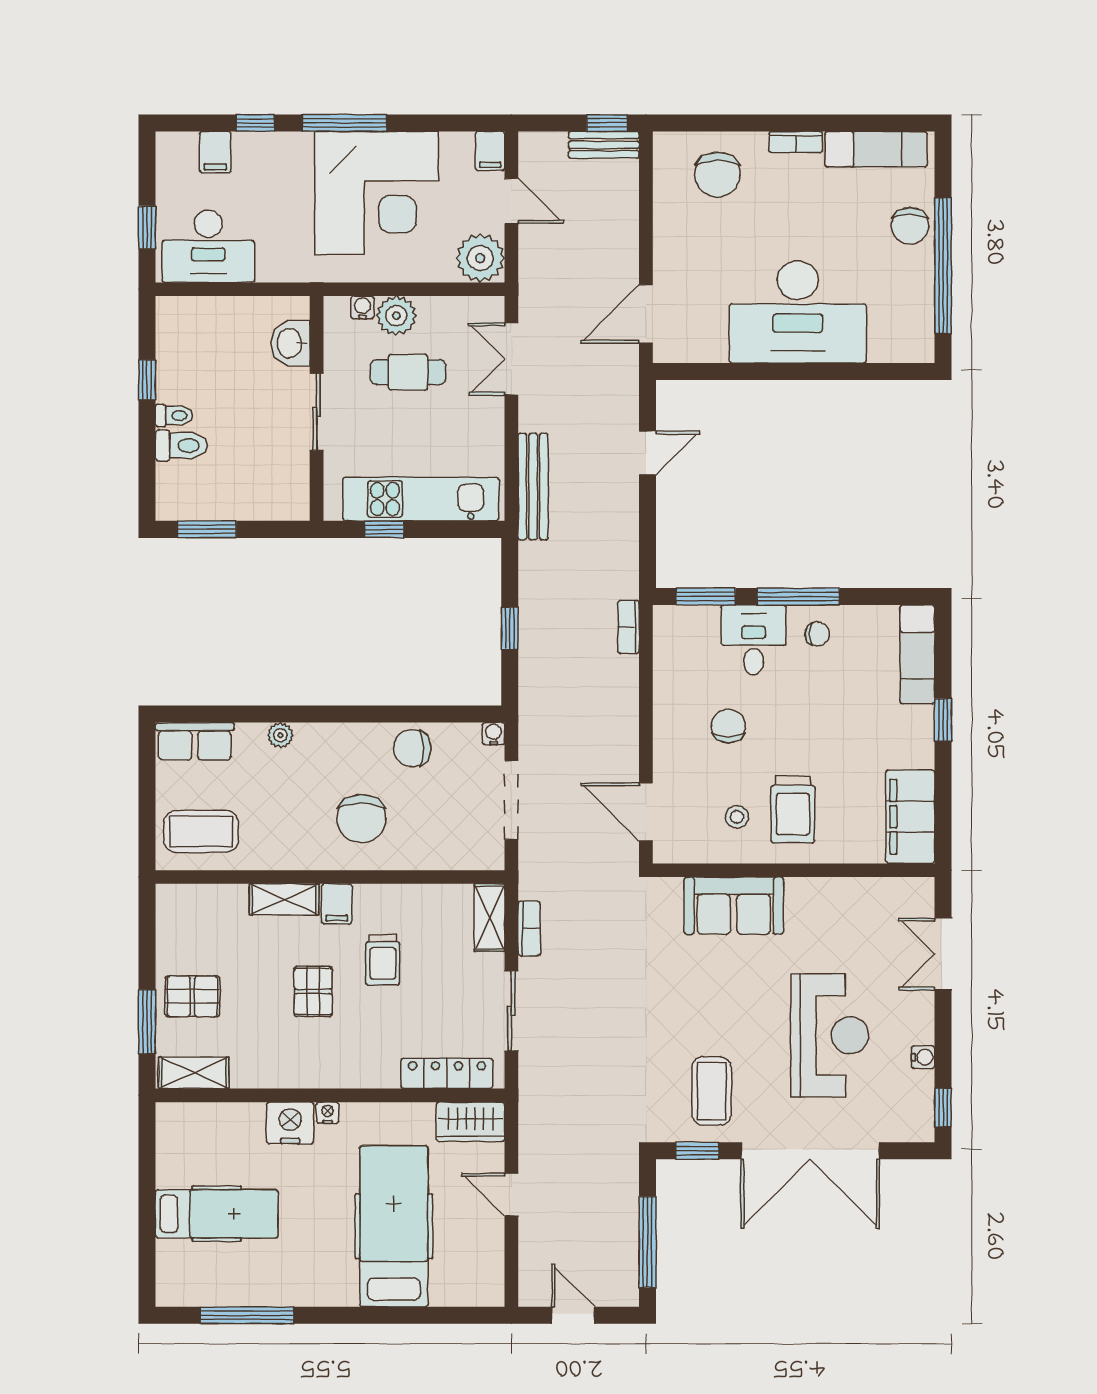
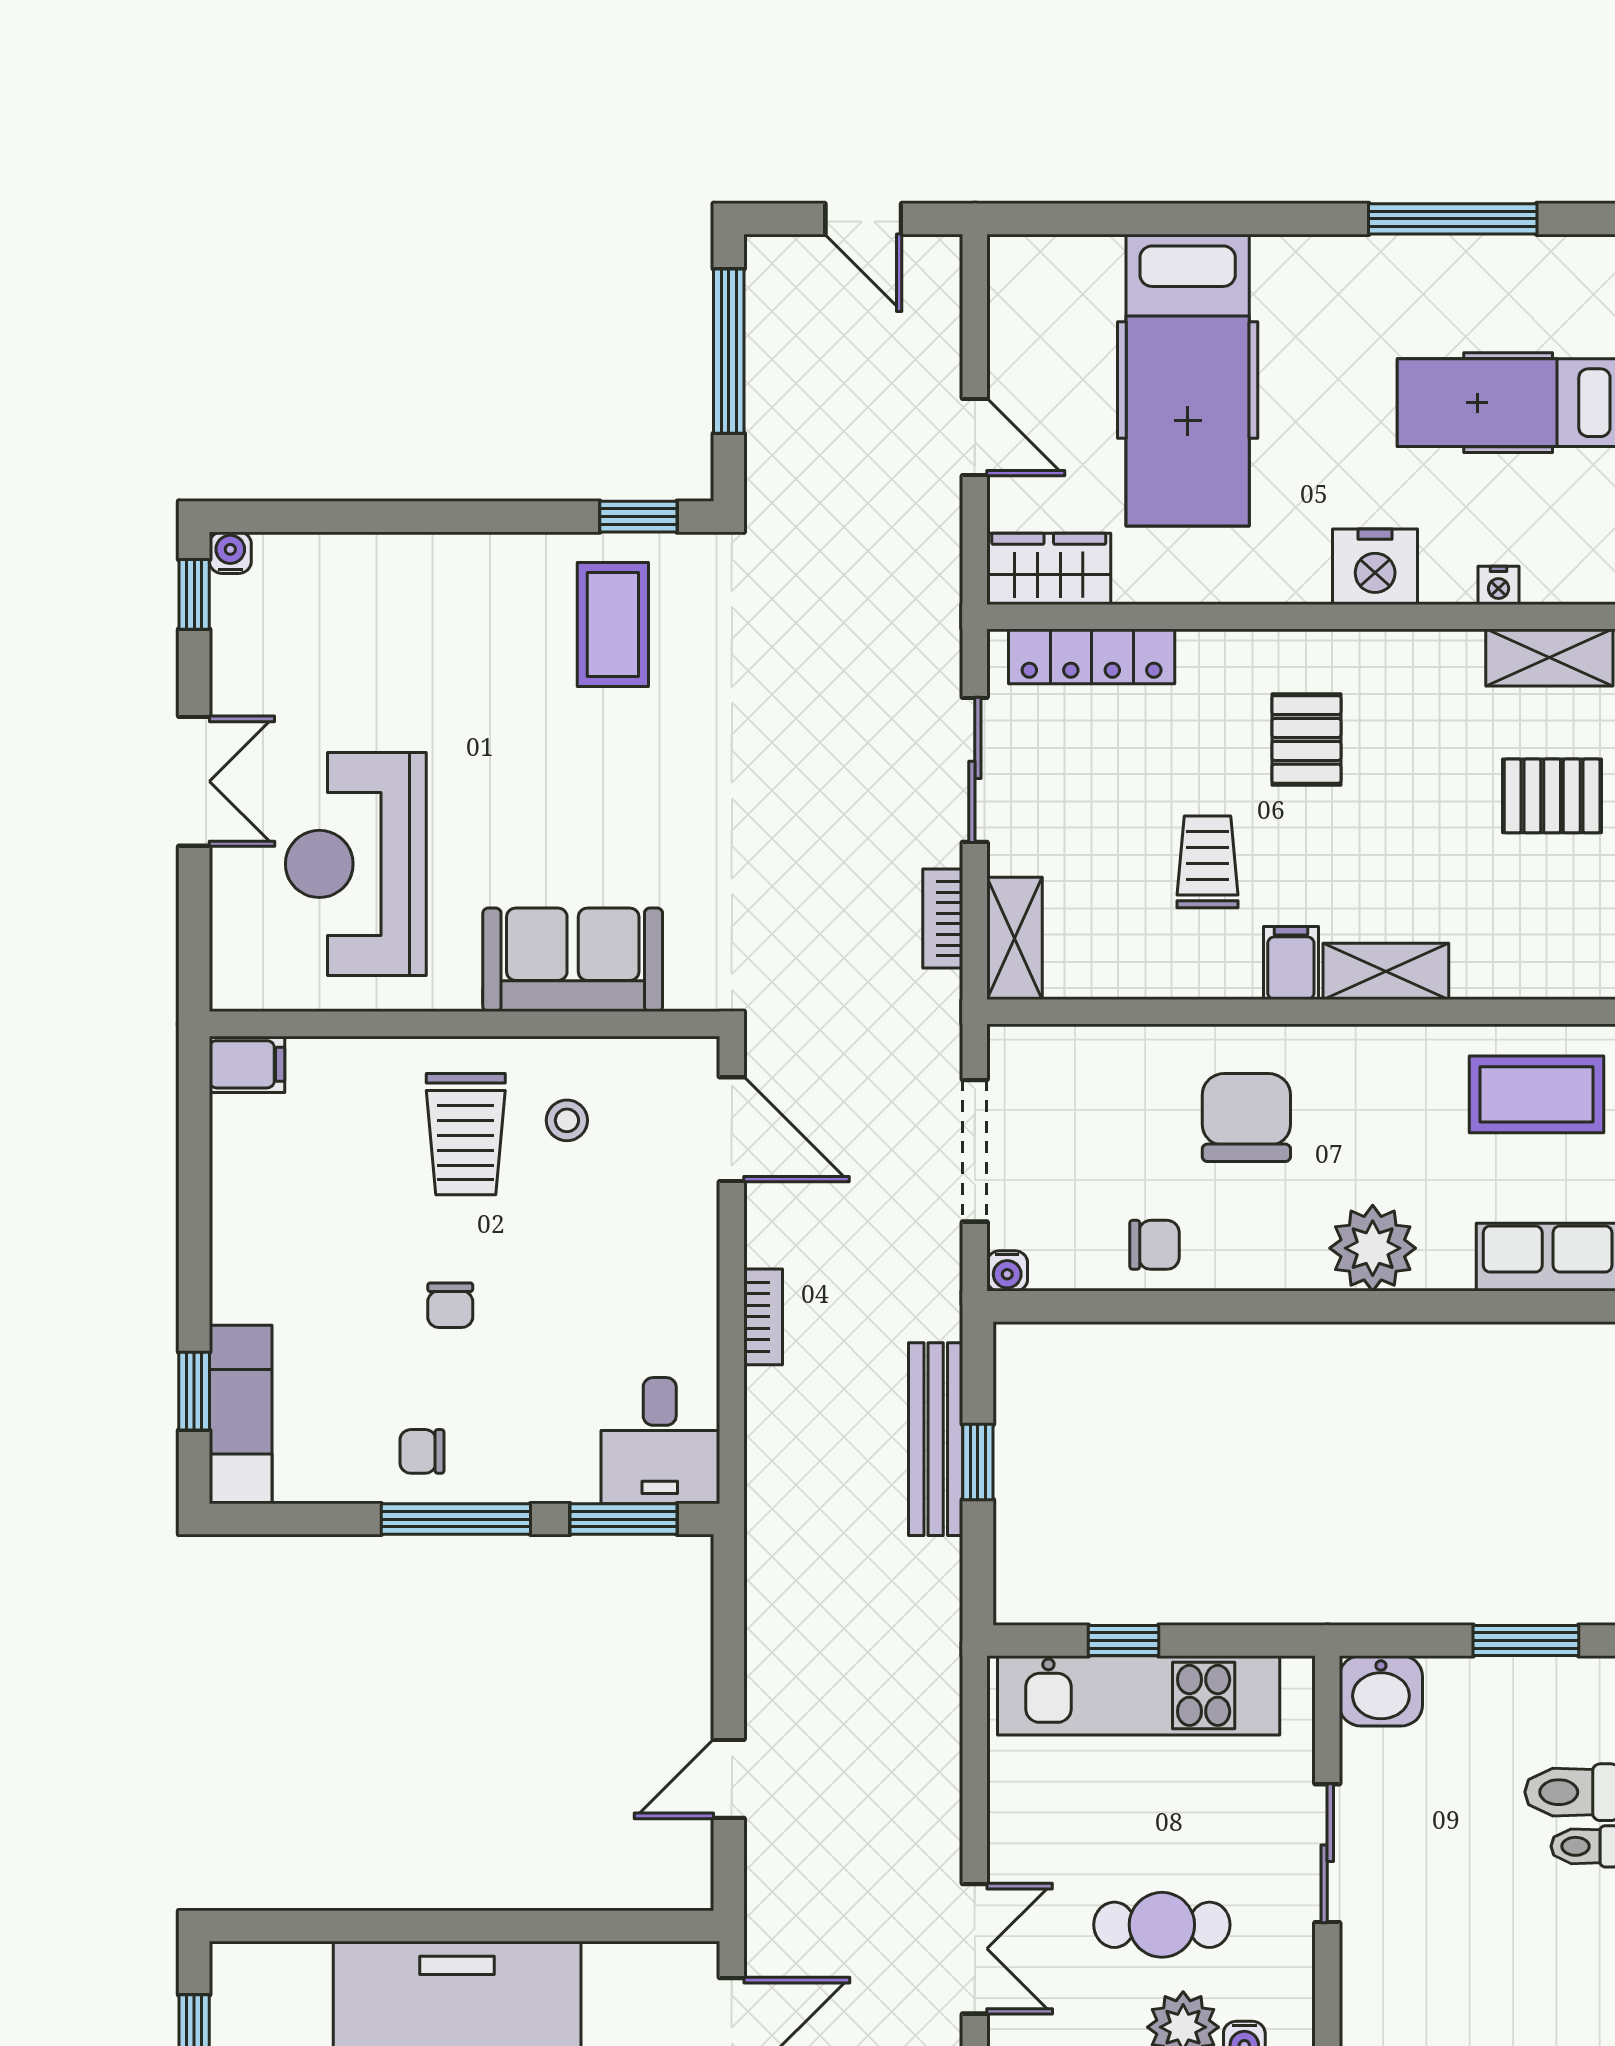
washbasin: (290, 343) -> (1381, 1691), moved, turned 90
bench: (533, 486) -> (936, 1439), moved
window: (384, 529) -> (1123, 1641), moved
bookcase: (628, 627) -> (763, 1317), moved
desk: (754, 640) -> (660, 1441), moved
window: (943, 720) -> (194, 1391), moved
chair: (728, 726) -> (450, 1305), moved, width x0.73, depth x0.73
plant: (280, 735) -> (1373, 1248), width x1.88, depth x1.88
chair: (412, 748) -> (1154, 1245), width x0.73, depth x0.73
trolley: (793, 809) -> (466, 1134), turned 180
filing cabinet: (910, 817) -> (247, 1064), width x0.33, depth x0.86
double door: (943, 954) -> (194, 781), moved
pallet: (313, 991) -> (1306, 739), moved
reception desk: (830, 1035) -> (356, 864), moved
water cooler: (923, 1057) -> (230, 553), moved, turned 90
nightstand: (328, 1113) -> (1499, 585), moved
double door: (810, 1151) -> (435, 517), removed

